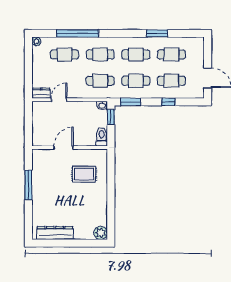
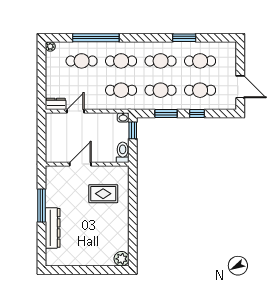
window: (131, 102) -> (166, 113), moved
dresser: (55, 233) -> (53, 228), moved, turned 90

